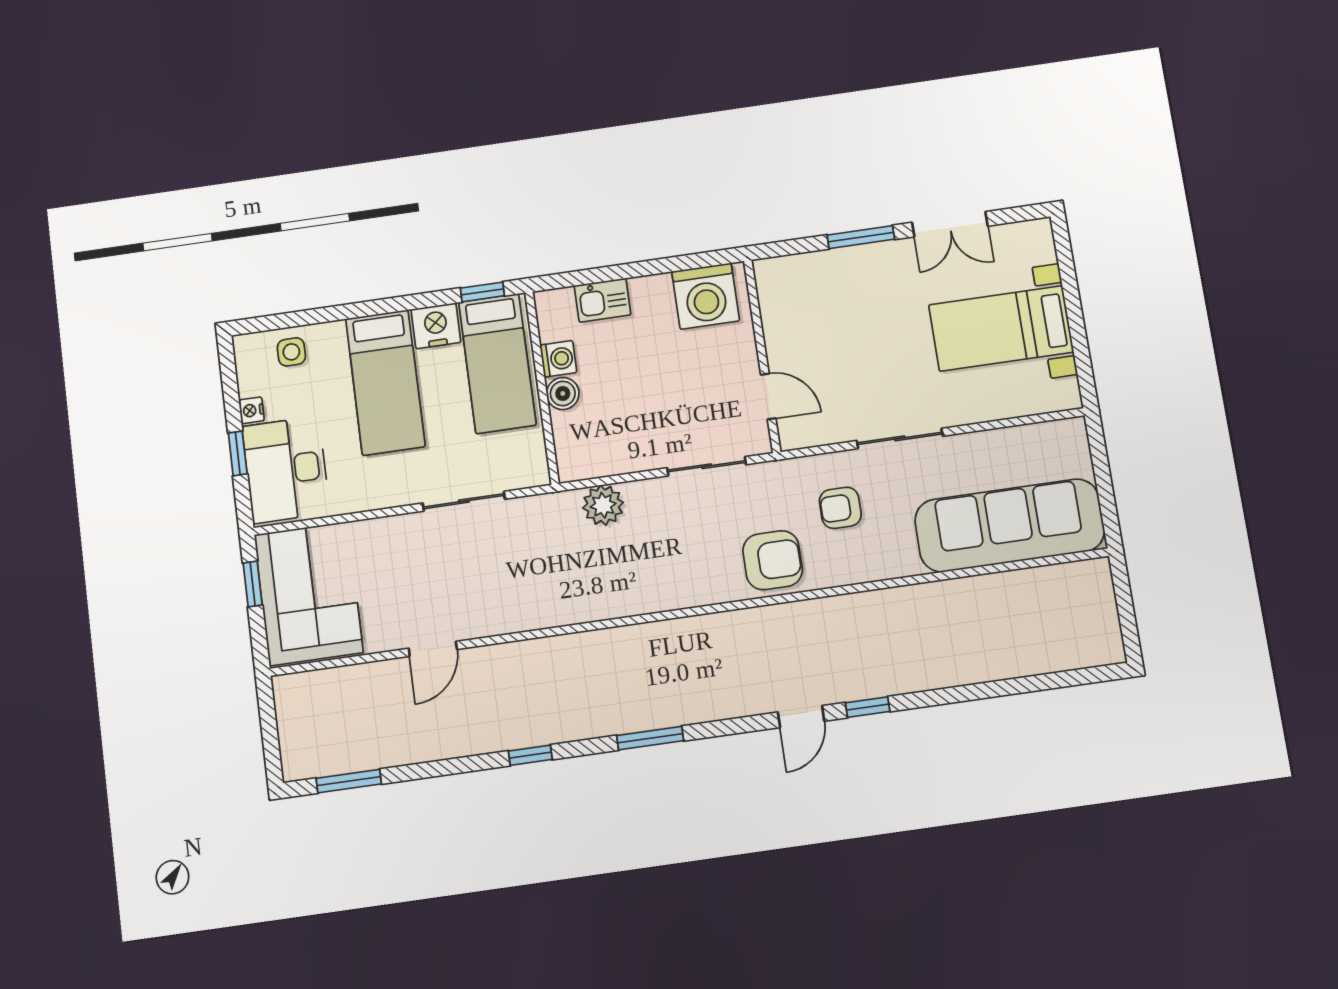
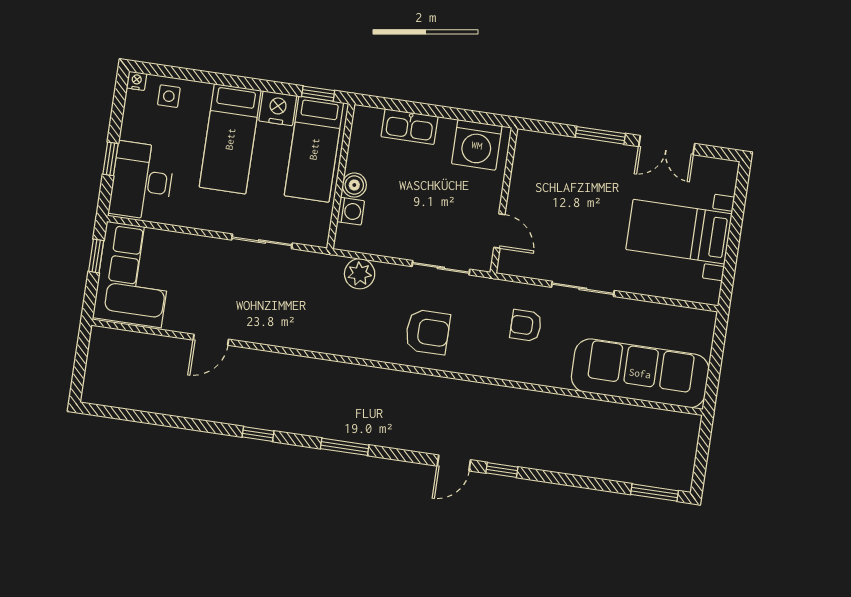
kitchen sink: (602, 300) -> (410, 127), width x1.38
washing machine: (558, 359) -> (351, 211), moved
nightstand: (251, 410) -> (137, 81), moved, turned 90
armchair: (773, 560) -> (427, 332), moved
window: (349, 781) -> (655, 493), moved

